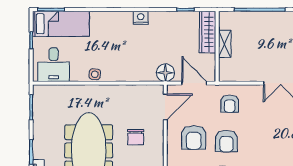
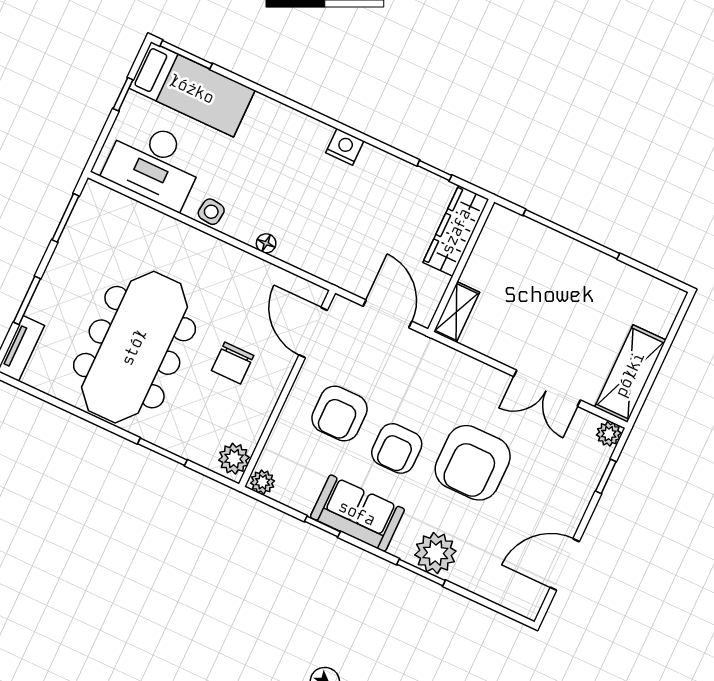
shelving: (225, 44) -> (456, 312), moved
desk: (54, 65) -> (154, 164), width x1.37
floor lamp: (165, 73) -> (266, 243), moved, width x0.53, depth x0.53
armchair: (230, 104) -> (473, 463), moved, width x1.88, depth x1.88
door: (165, 107) -> (313, 333), swing flipped

